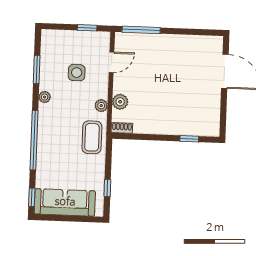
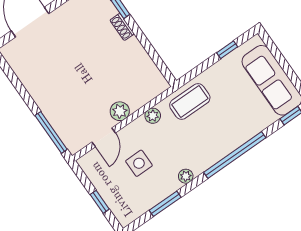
window: (87, 28) -> (100, 202), moved
door: (111, 62) -> (104, 137), swing flipped
plant: (120, 102) -> (120, 111), moved
shoe rack: (122, 128) -> (122, 27), moved

